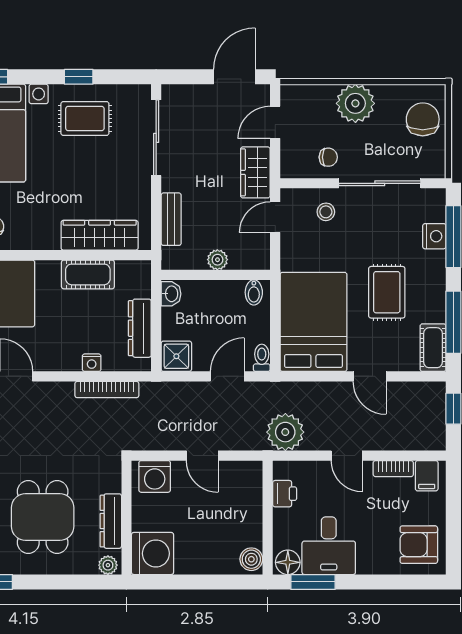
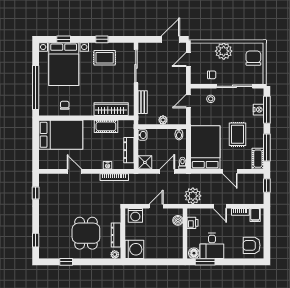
wardrobe: (255, 172) -> (180, 81), removed
door: (202, 456) -> (156, 206), swing flipped
boiler: (251, 559) -> (178, 220), moved

